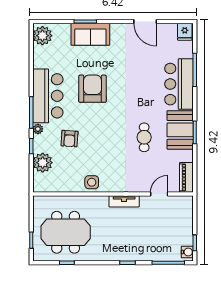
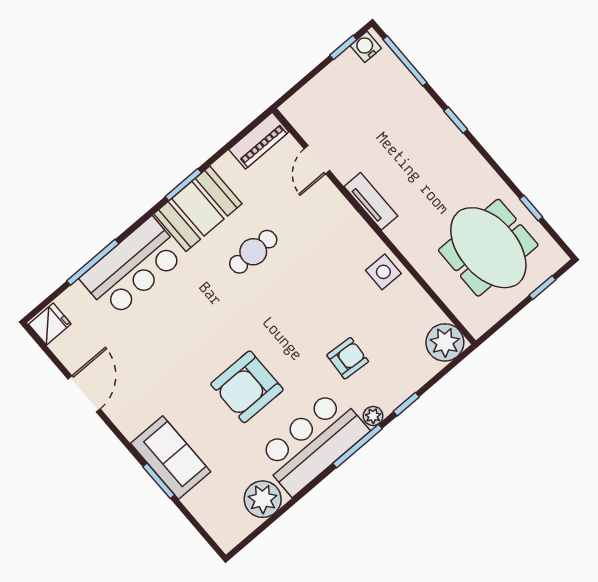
plant: (42, 36) -> (263, 499), moved
plant: (43, 163) -> (445, 342), moved
door: (159, 194) -> (317, 160), hinge flipped

